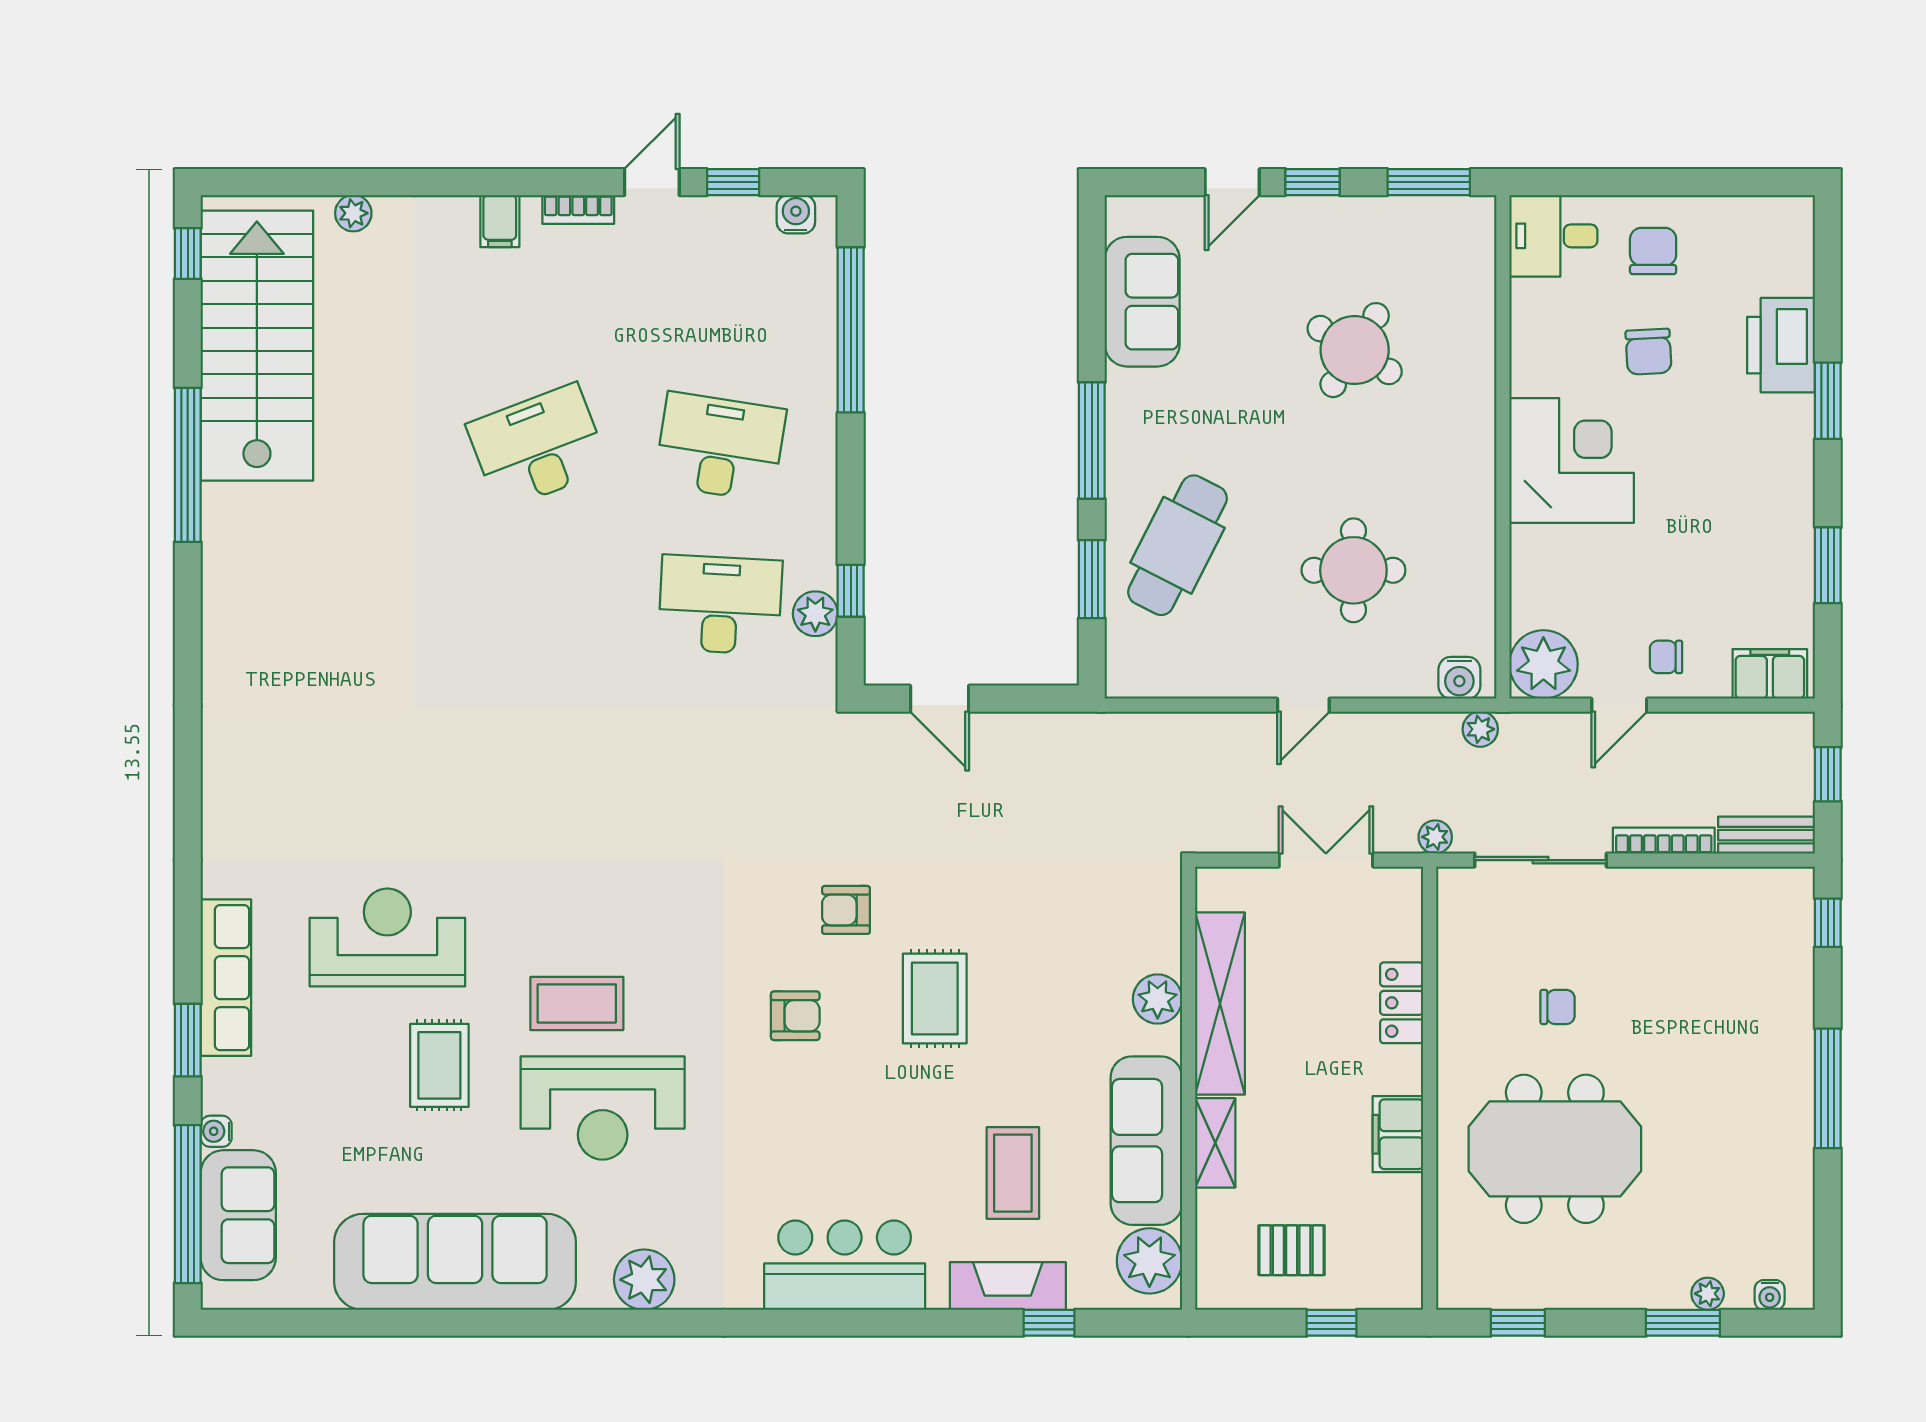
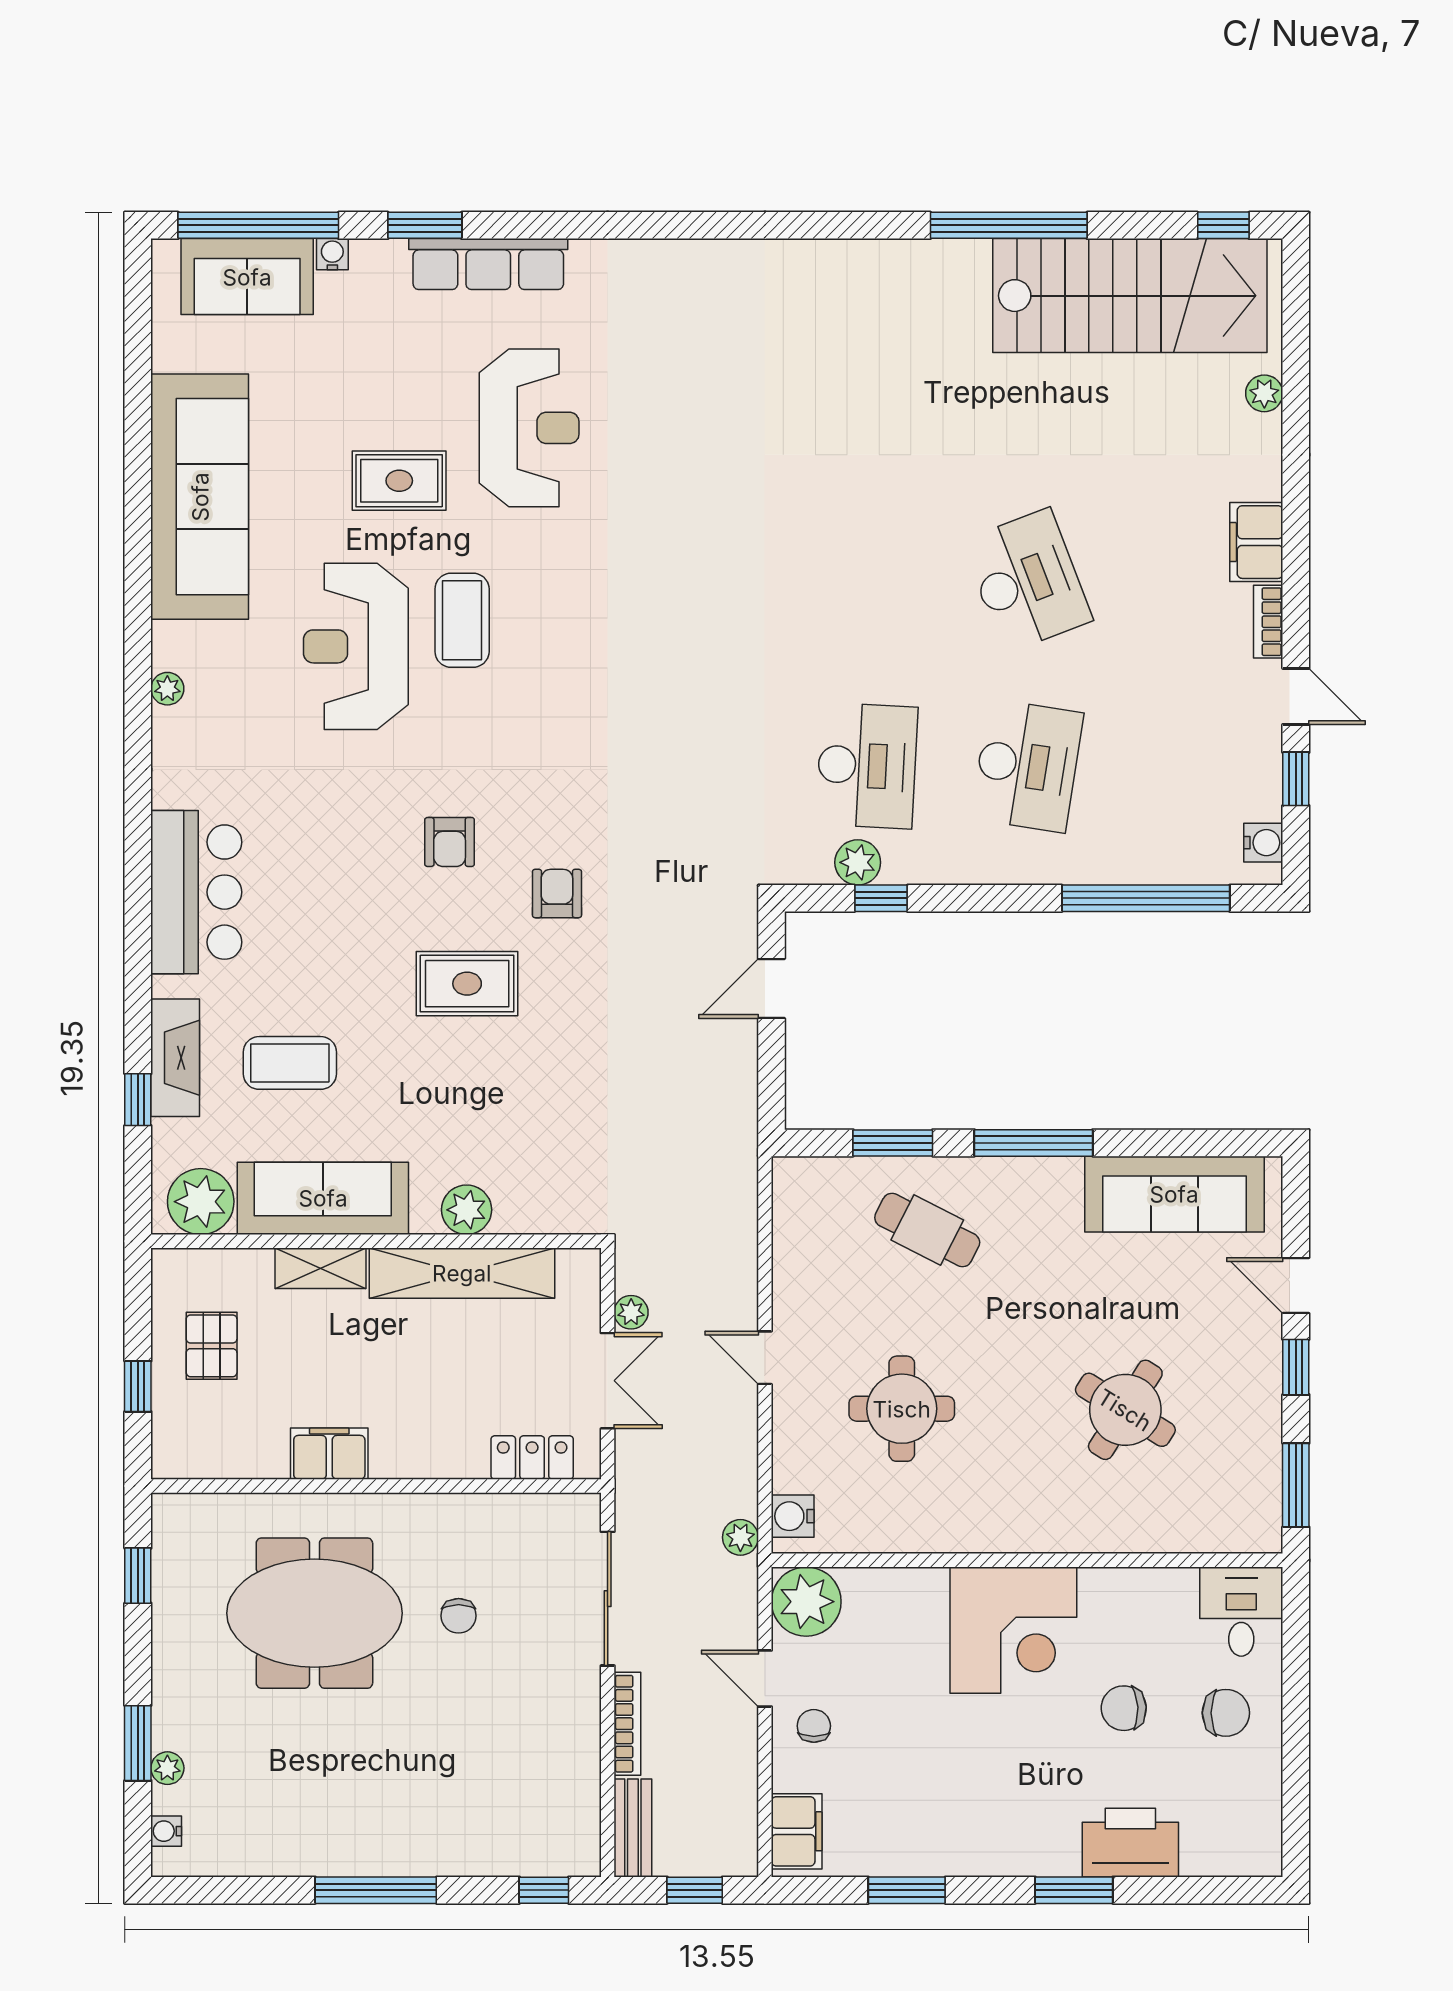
filing cabinet: (500, 221) -> (1256, 542), width x2.00
sofa: (1142, 302) -> (1174, 1194), width x1.36
cafe table: (1177, 545) -> (927, 1230), width x0.73, depth x0.74
plant: (1435, 837) -> (631, 1312), moved
locker: (1402, 1003) -> (532, 1458), moved
meeting table: (1555, 1149) -> (314, 1613), turned 90
plant: (644, 1280) -> (167, 689), width x0.53, depth x0.53

